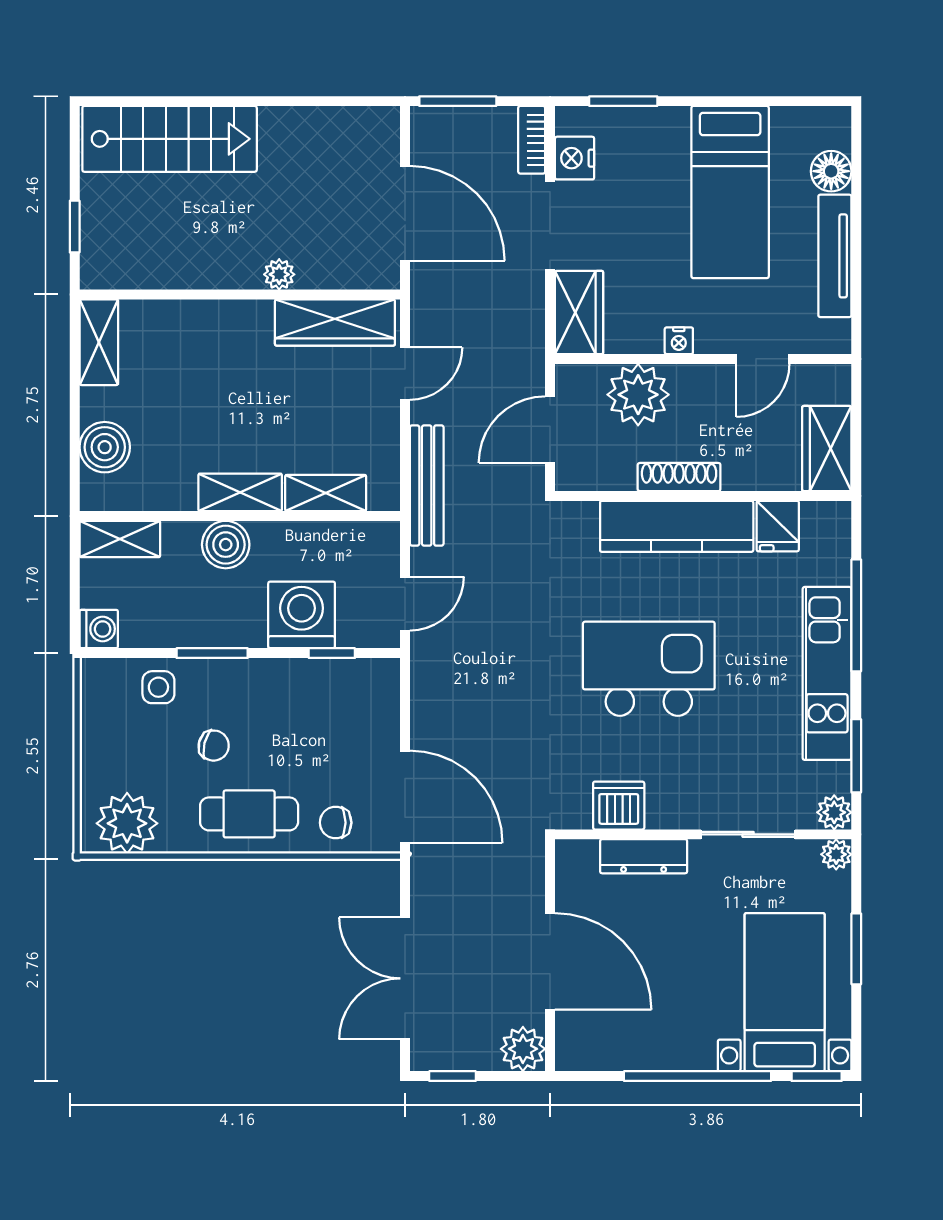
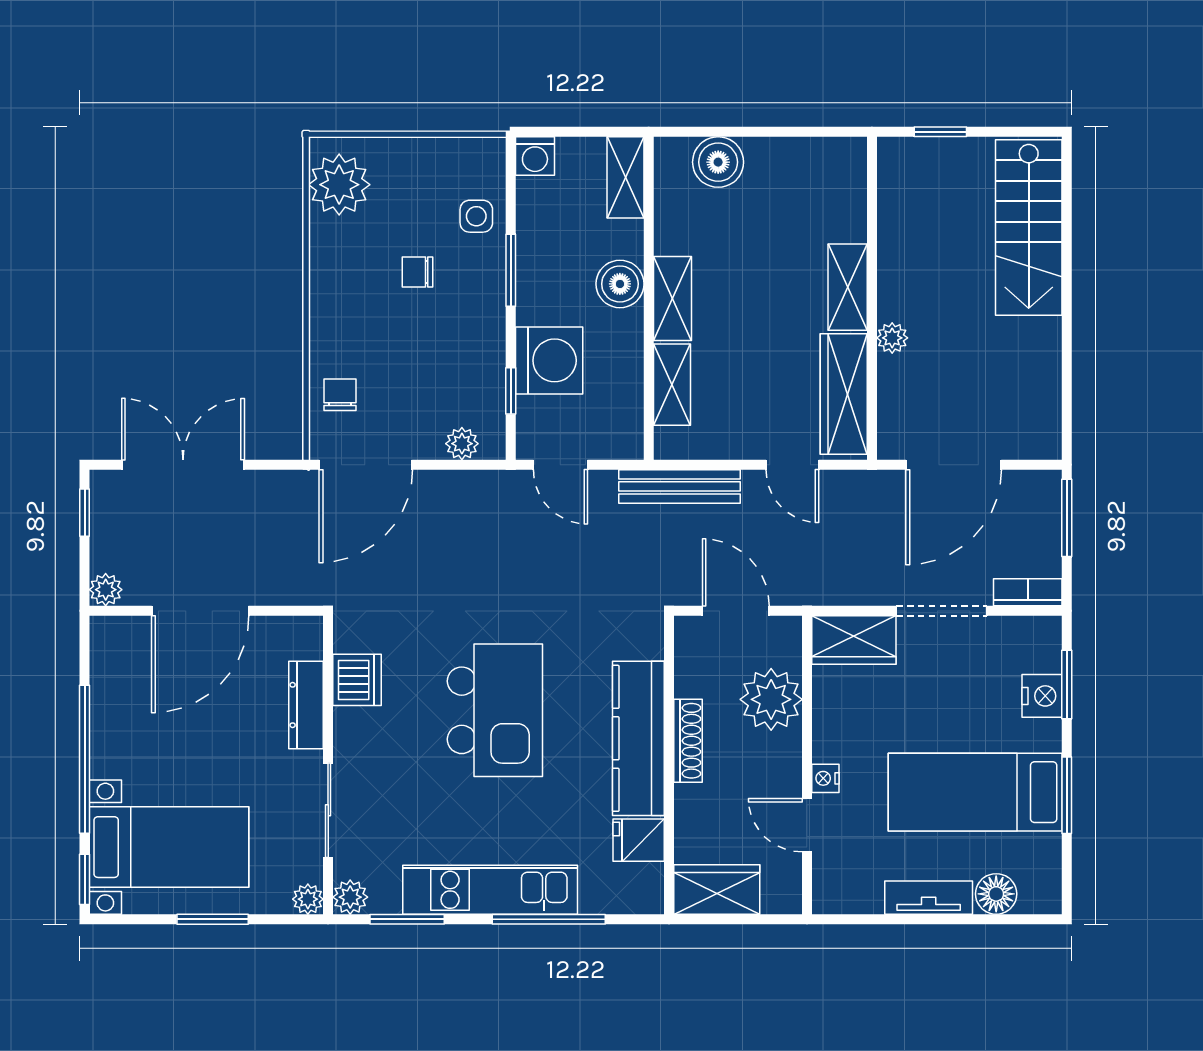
window: (733, 101) -> (1067, 795), added
nightstand: (575, 158) -> (1042, 696), moved, turned 90
tv unit: (835, 256) -> (929, 898), width x0.71
nightstand: (679, 341) -> (825, 778), moved
shelving: (99, 342) -> (848, 287), moved, turned 90
plant: (384, 701) -> (462, 444), added
chair: (214, 746) -> (417, 272), turned 76
cafe table: (249, 814) -> (349, 308), removed
plant: (523, 1049) -> (106, 590), width x0.73, depth x0.73

